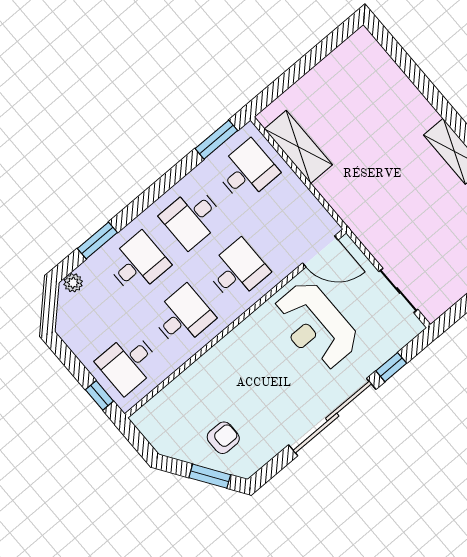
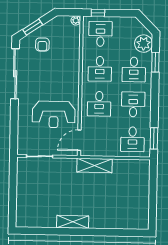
shelving: (298, 147) -> (95, 166), moved
plant: (73, 283) -> (144, 44), width x1.88, depth x1.88
reception desk: (315, 326) -> (54, 114), turned 180
window: (391, 367) -> (14, 129), removed
sliding door: (332, 417) -> (15, 74), moved
plant: (141, 419) -> (76, 20), added

